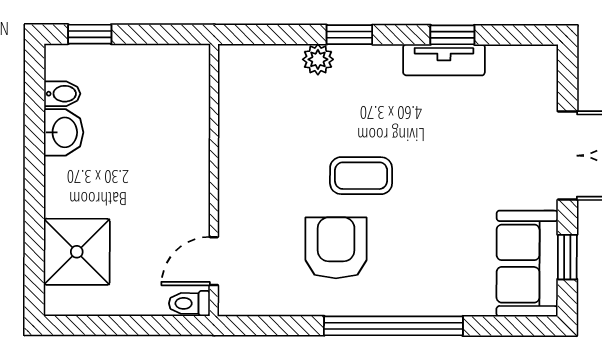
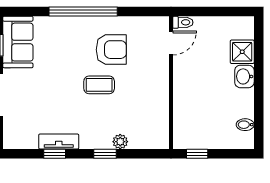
window: (90, 34) -> (197, 154), moved
washbasin: (64, 132) -> (244, 76), moved
armchair: (336, 248) -> (111, 50), turned -90
shower: (77, 252) -> (242, 52), width x0.73, depth x0.73

